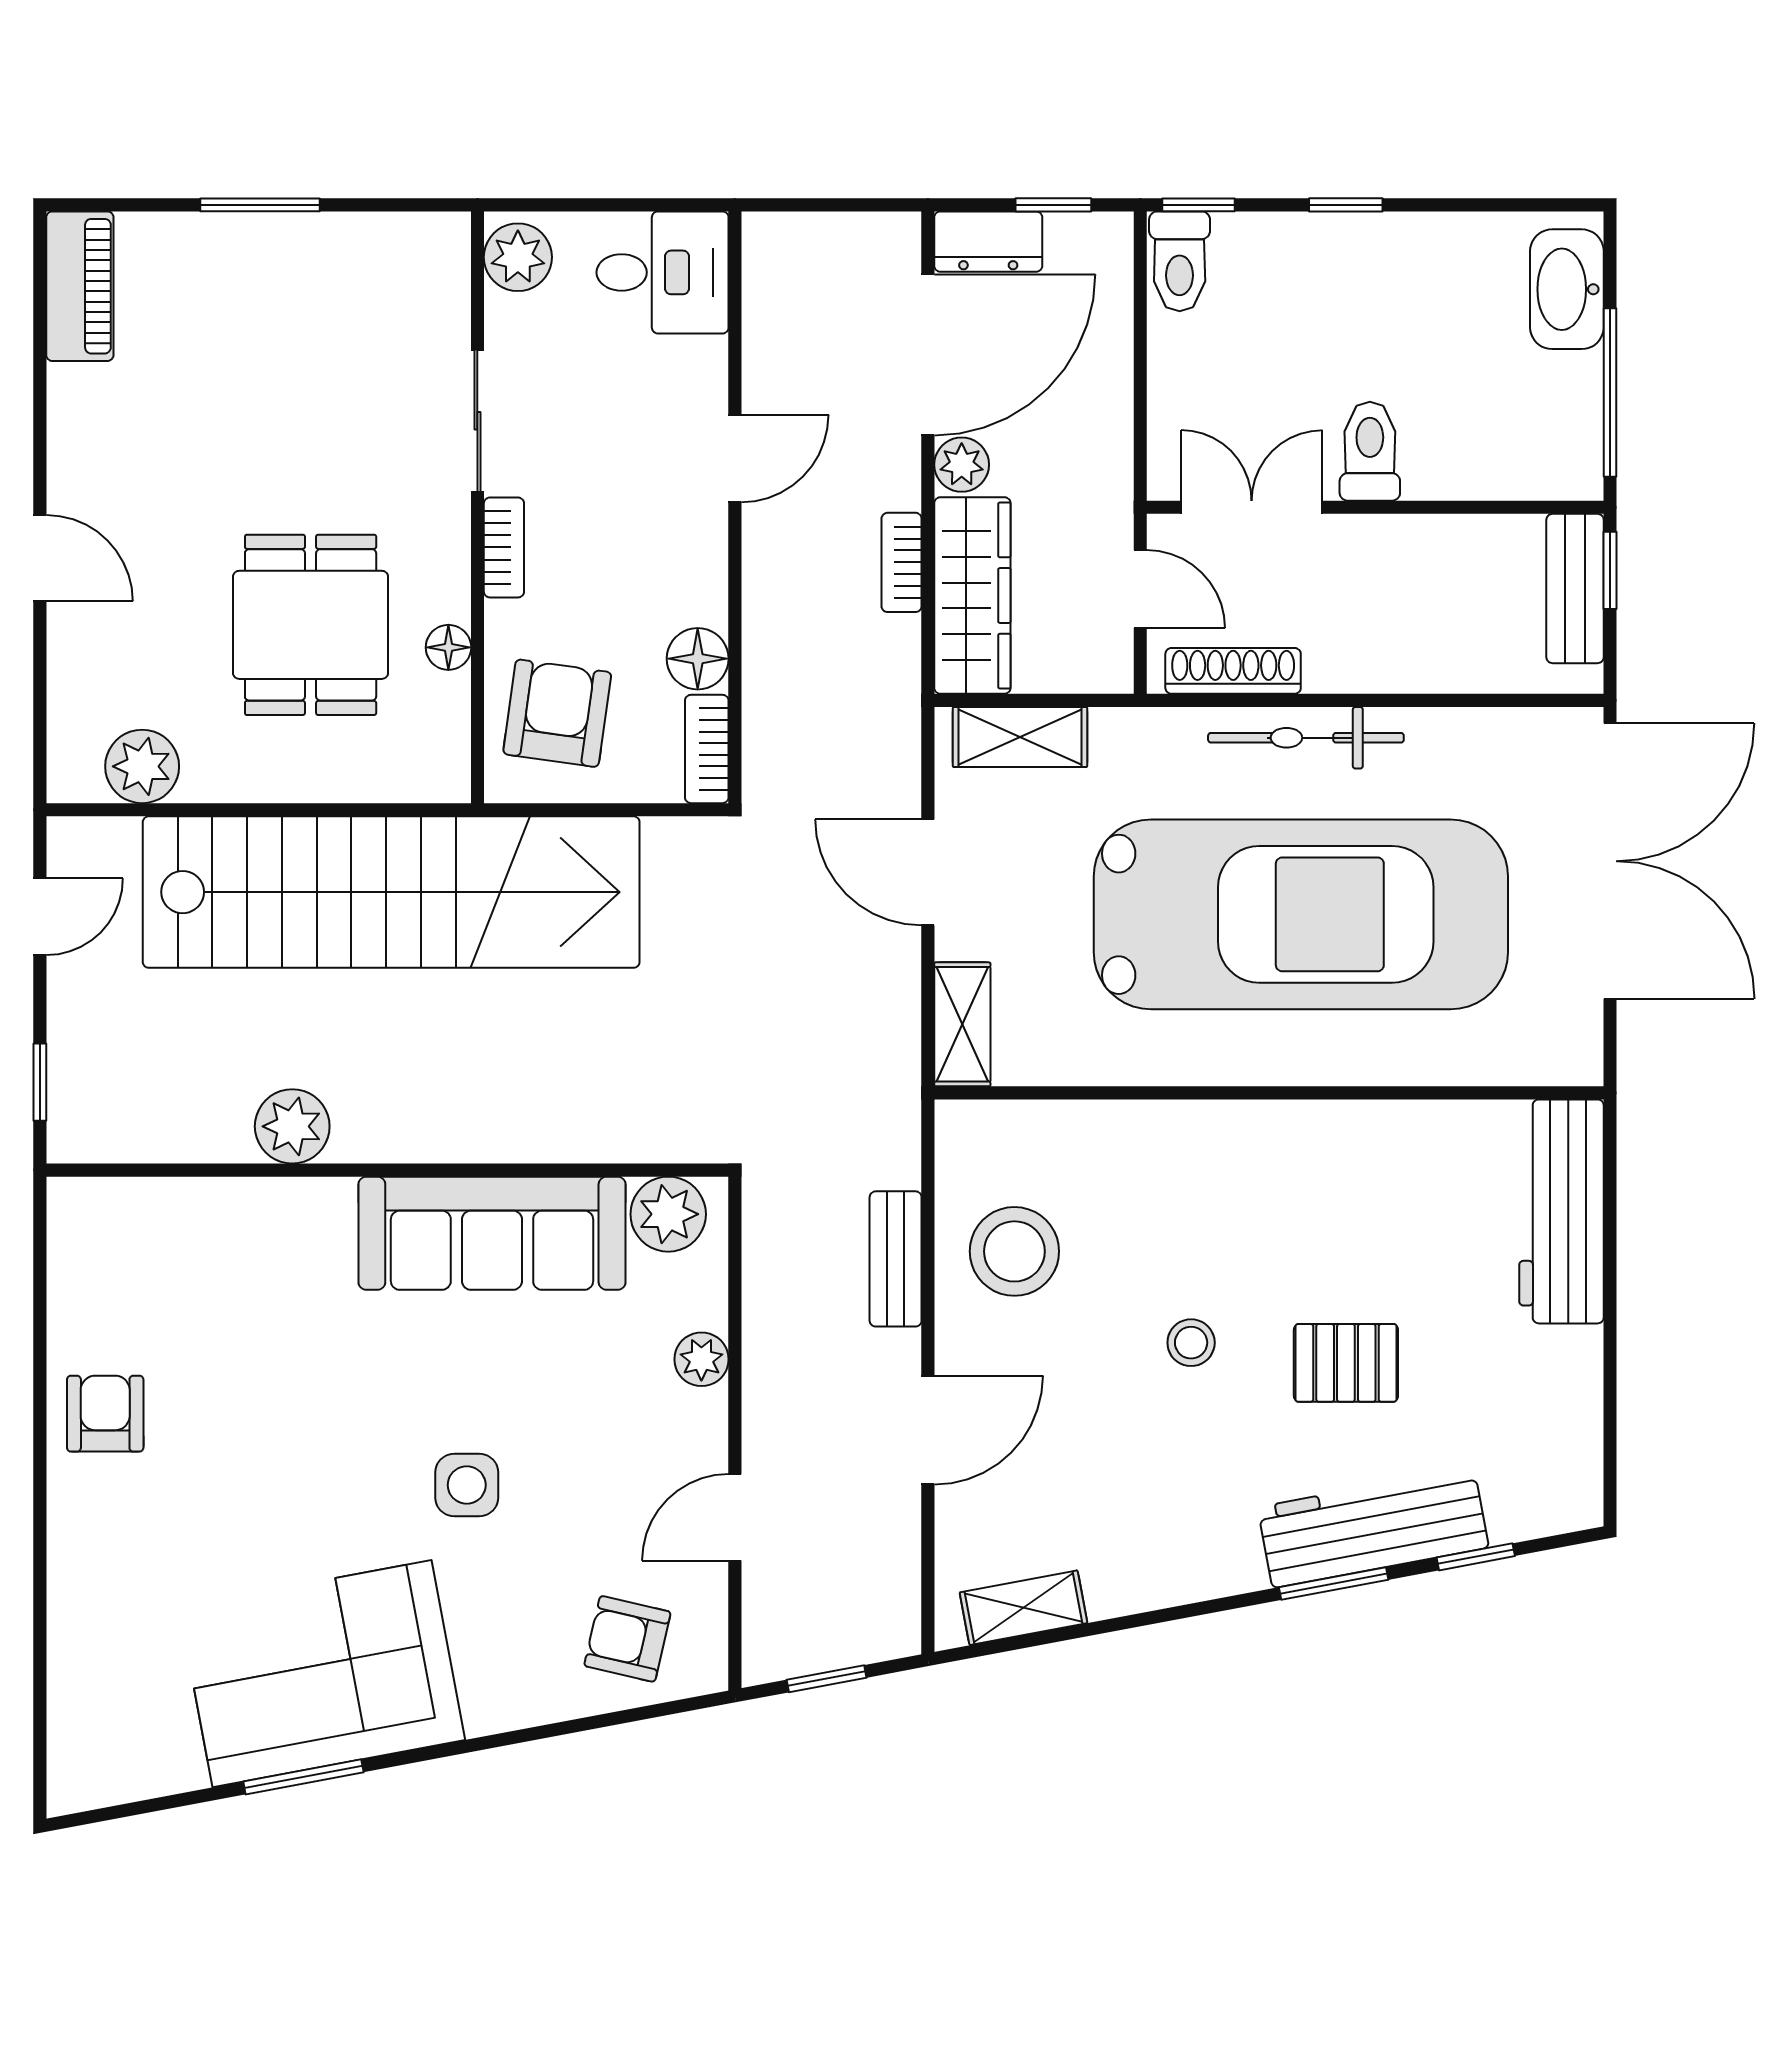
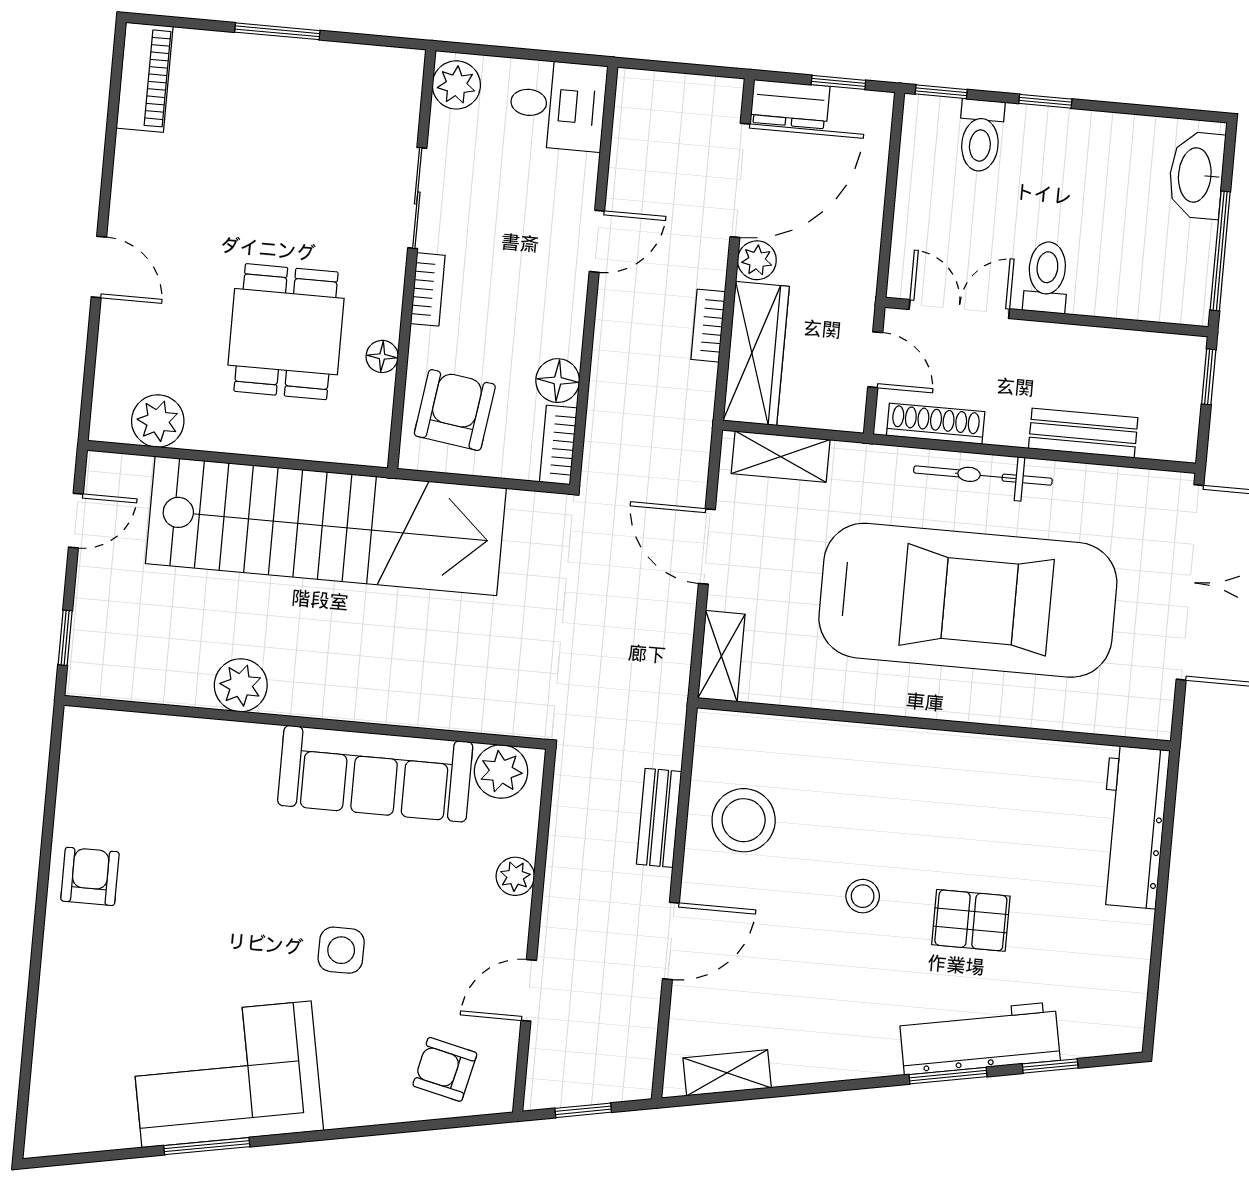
toilet: (1180, 261) -> (981, 136), moved
bench: (1575, 589) -> (1083, 433), moved, turned 90

